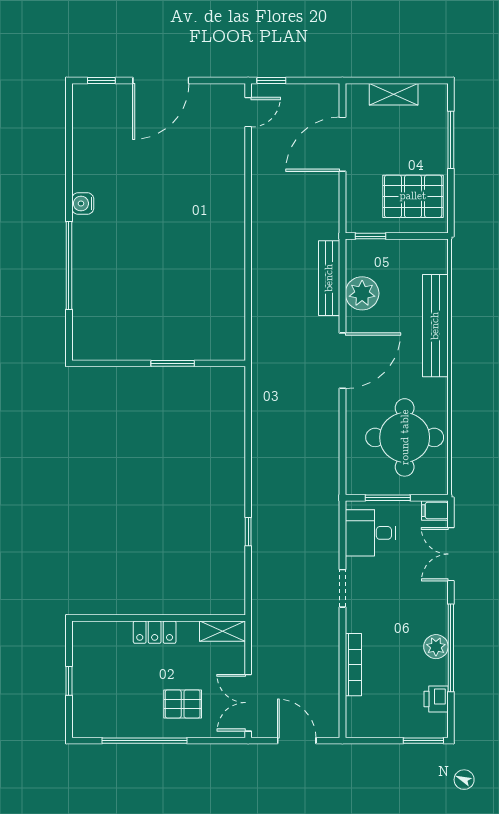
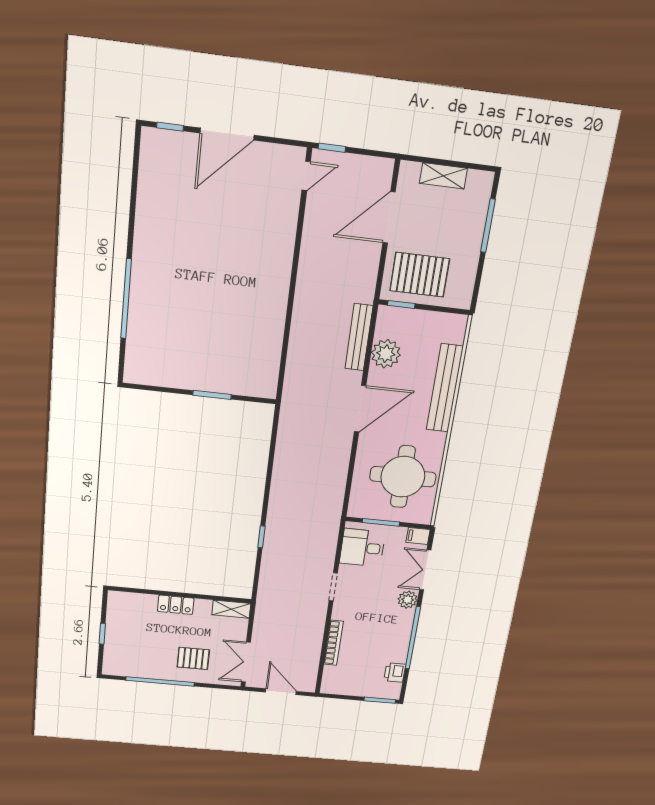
pallet: (413, 196) -> (420, 275), moved
water cooler: (83, 204) -> (143, 243), removed
plant: (436, 647) -> (408, 600), moved

